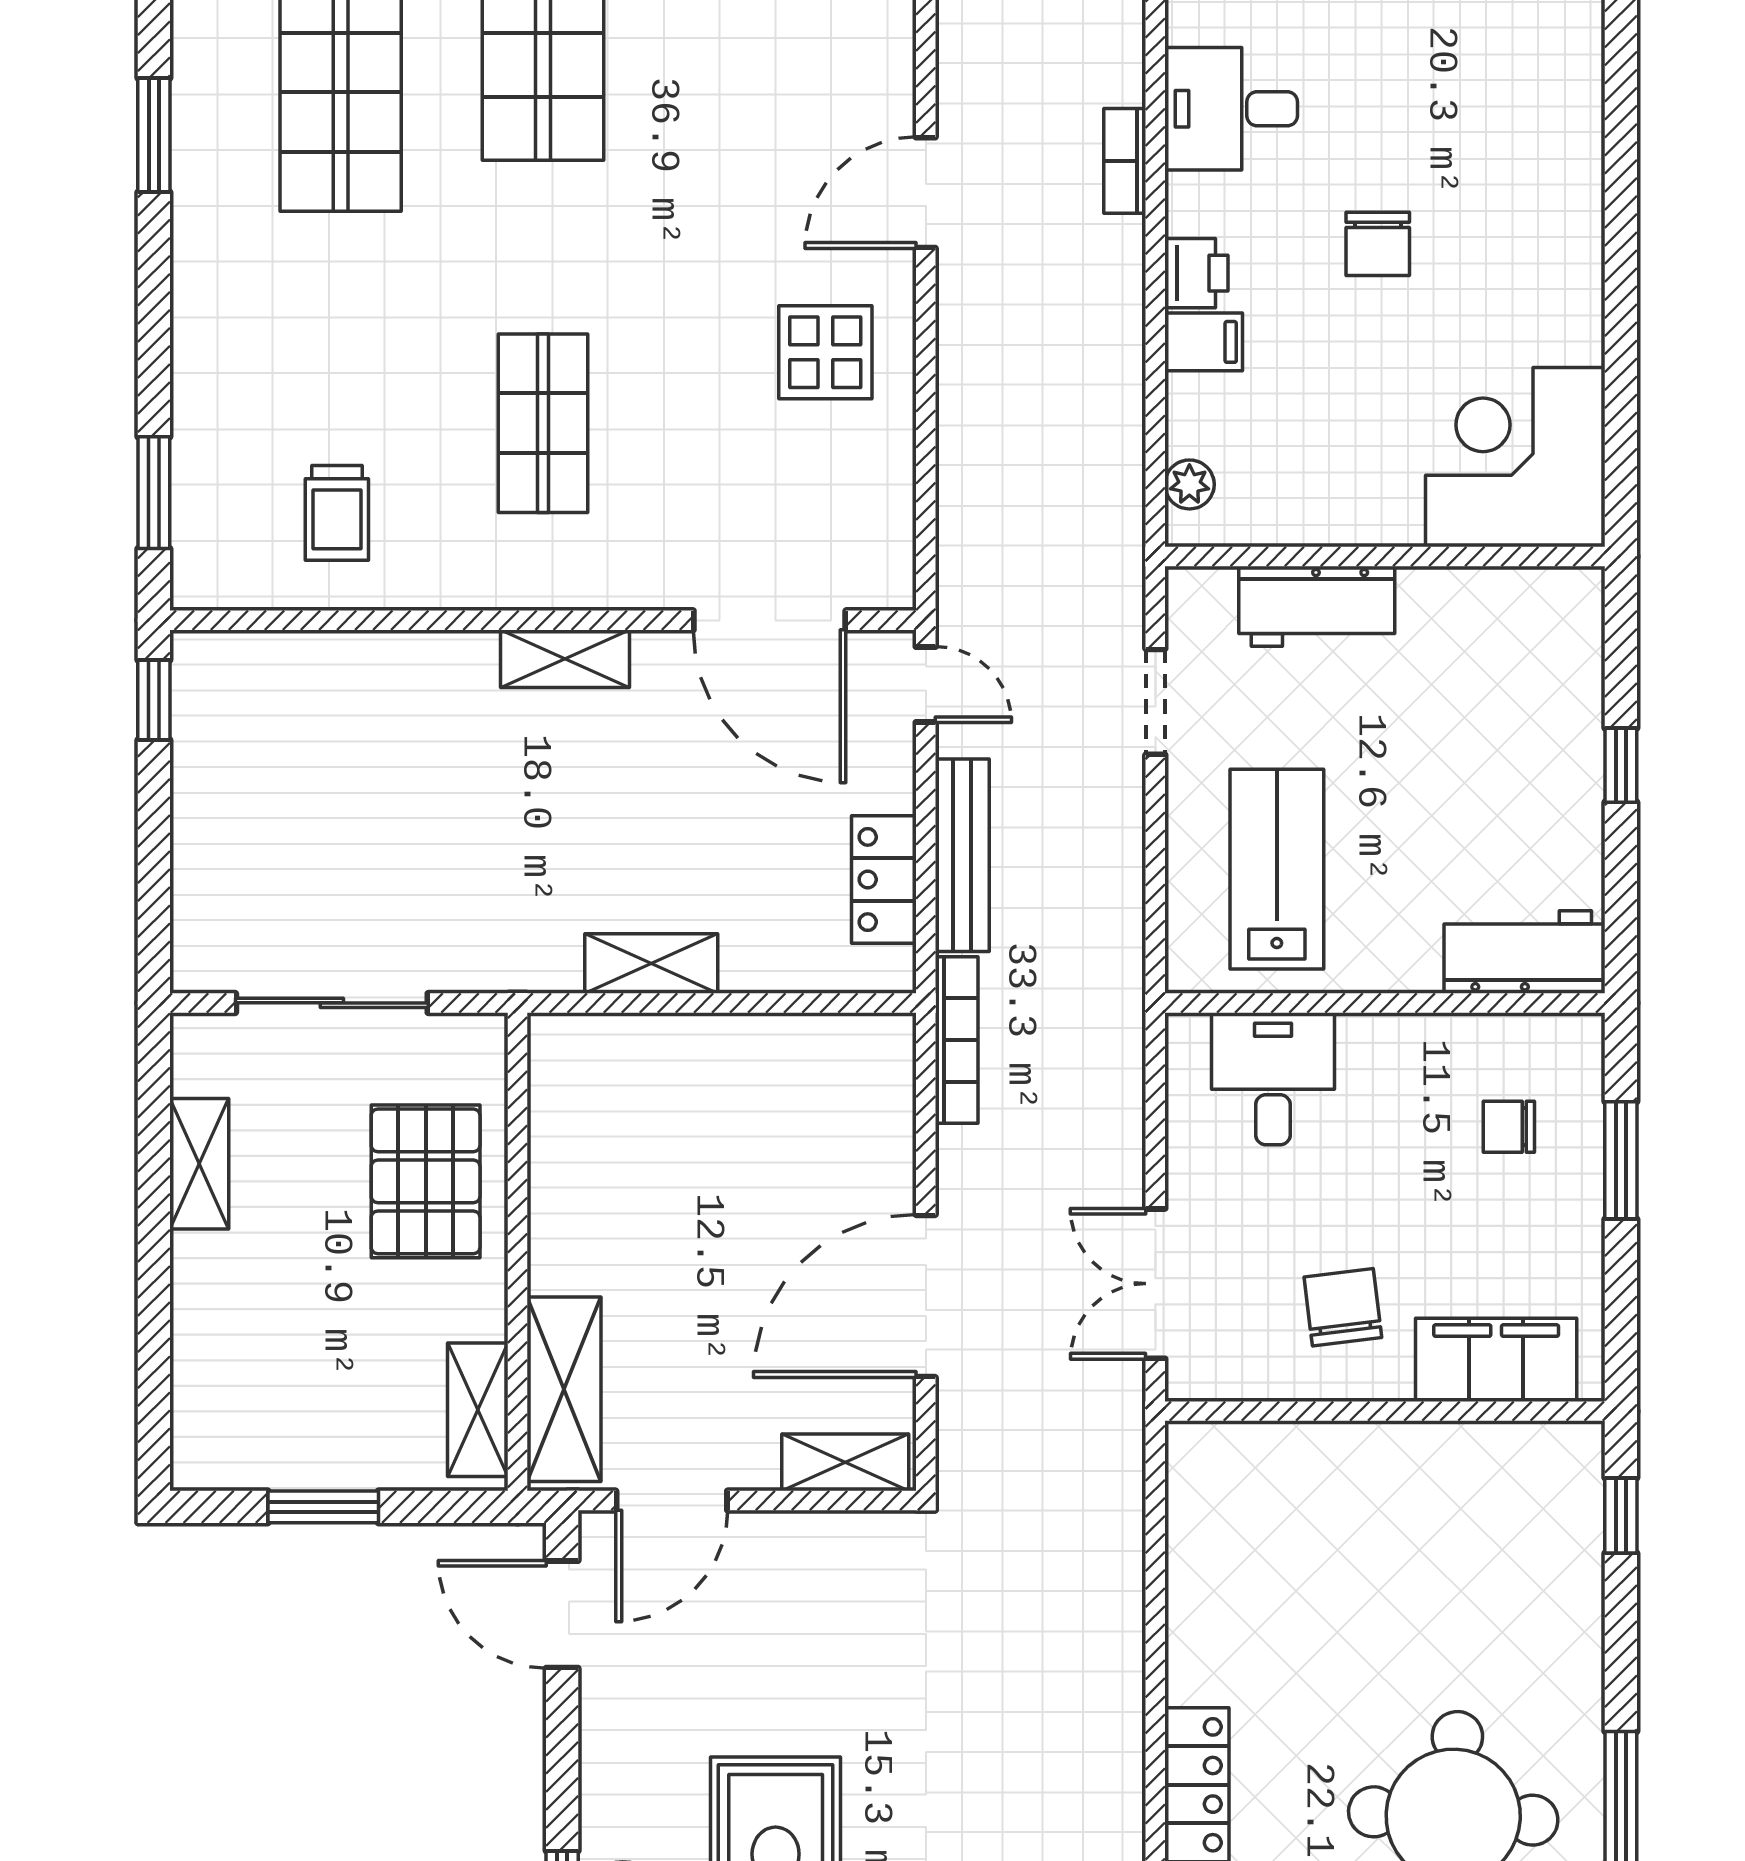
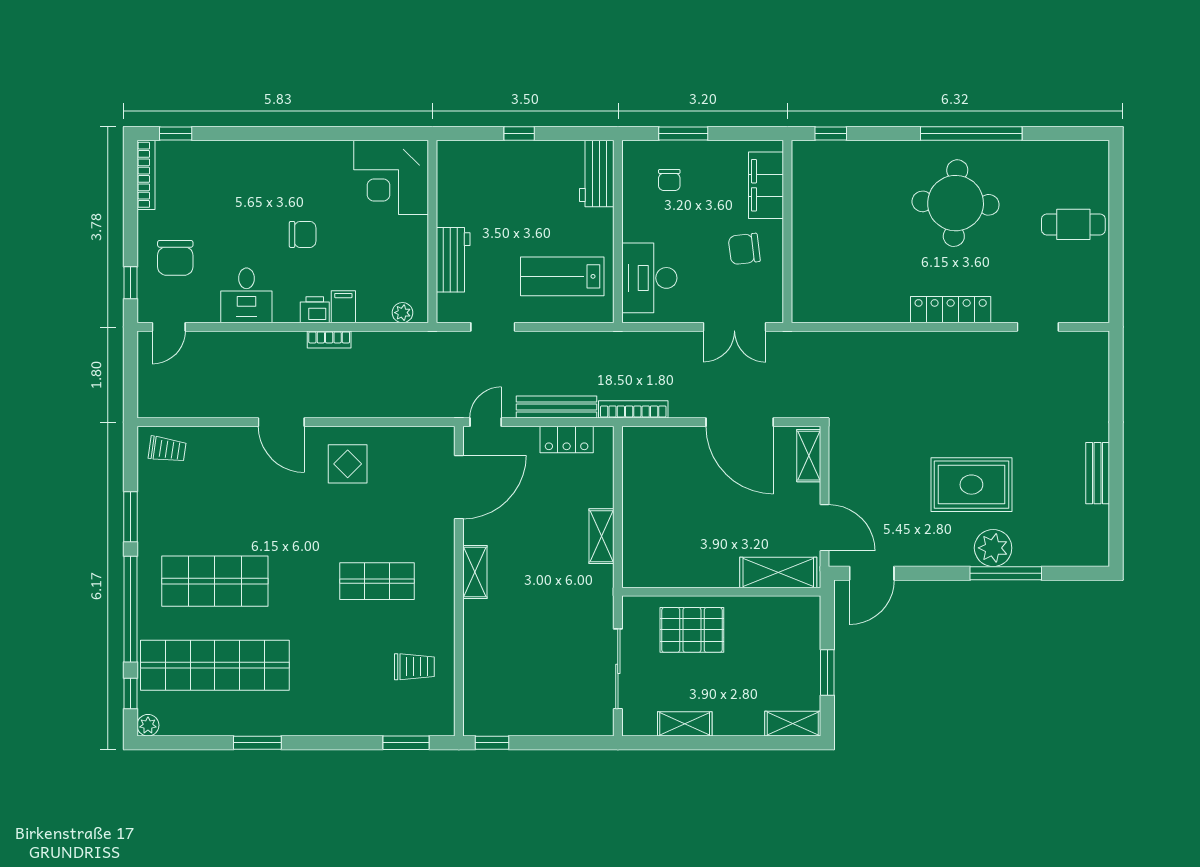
bookcase: (1125, 161) -> (329, 340), moved
desk: (1273, 1079) -> (649, 278), width x1.37
shelving: (478, 1410) -> (793, 724), moved

